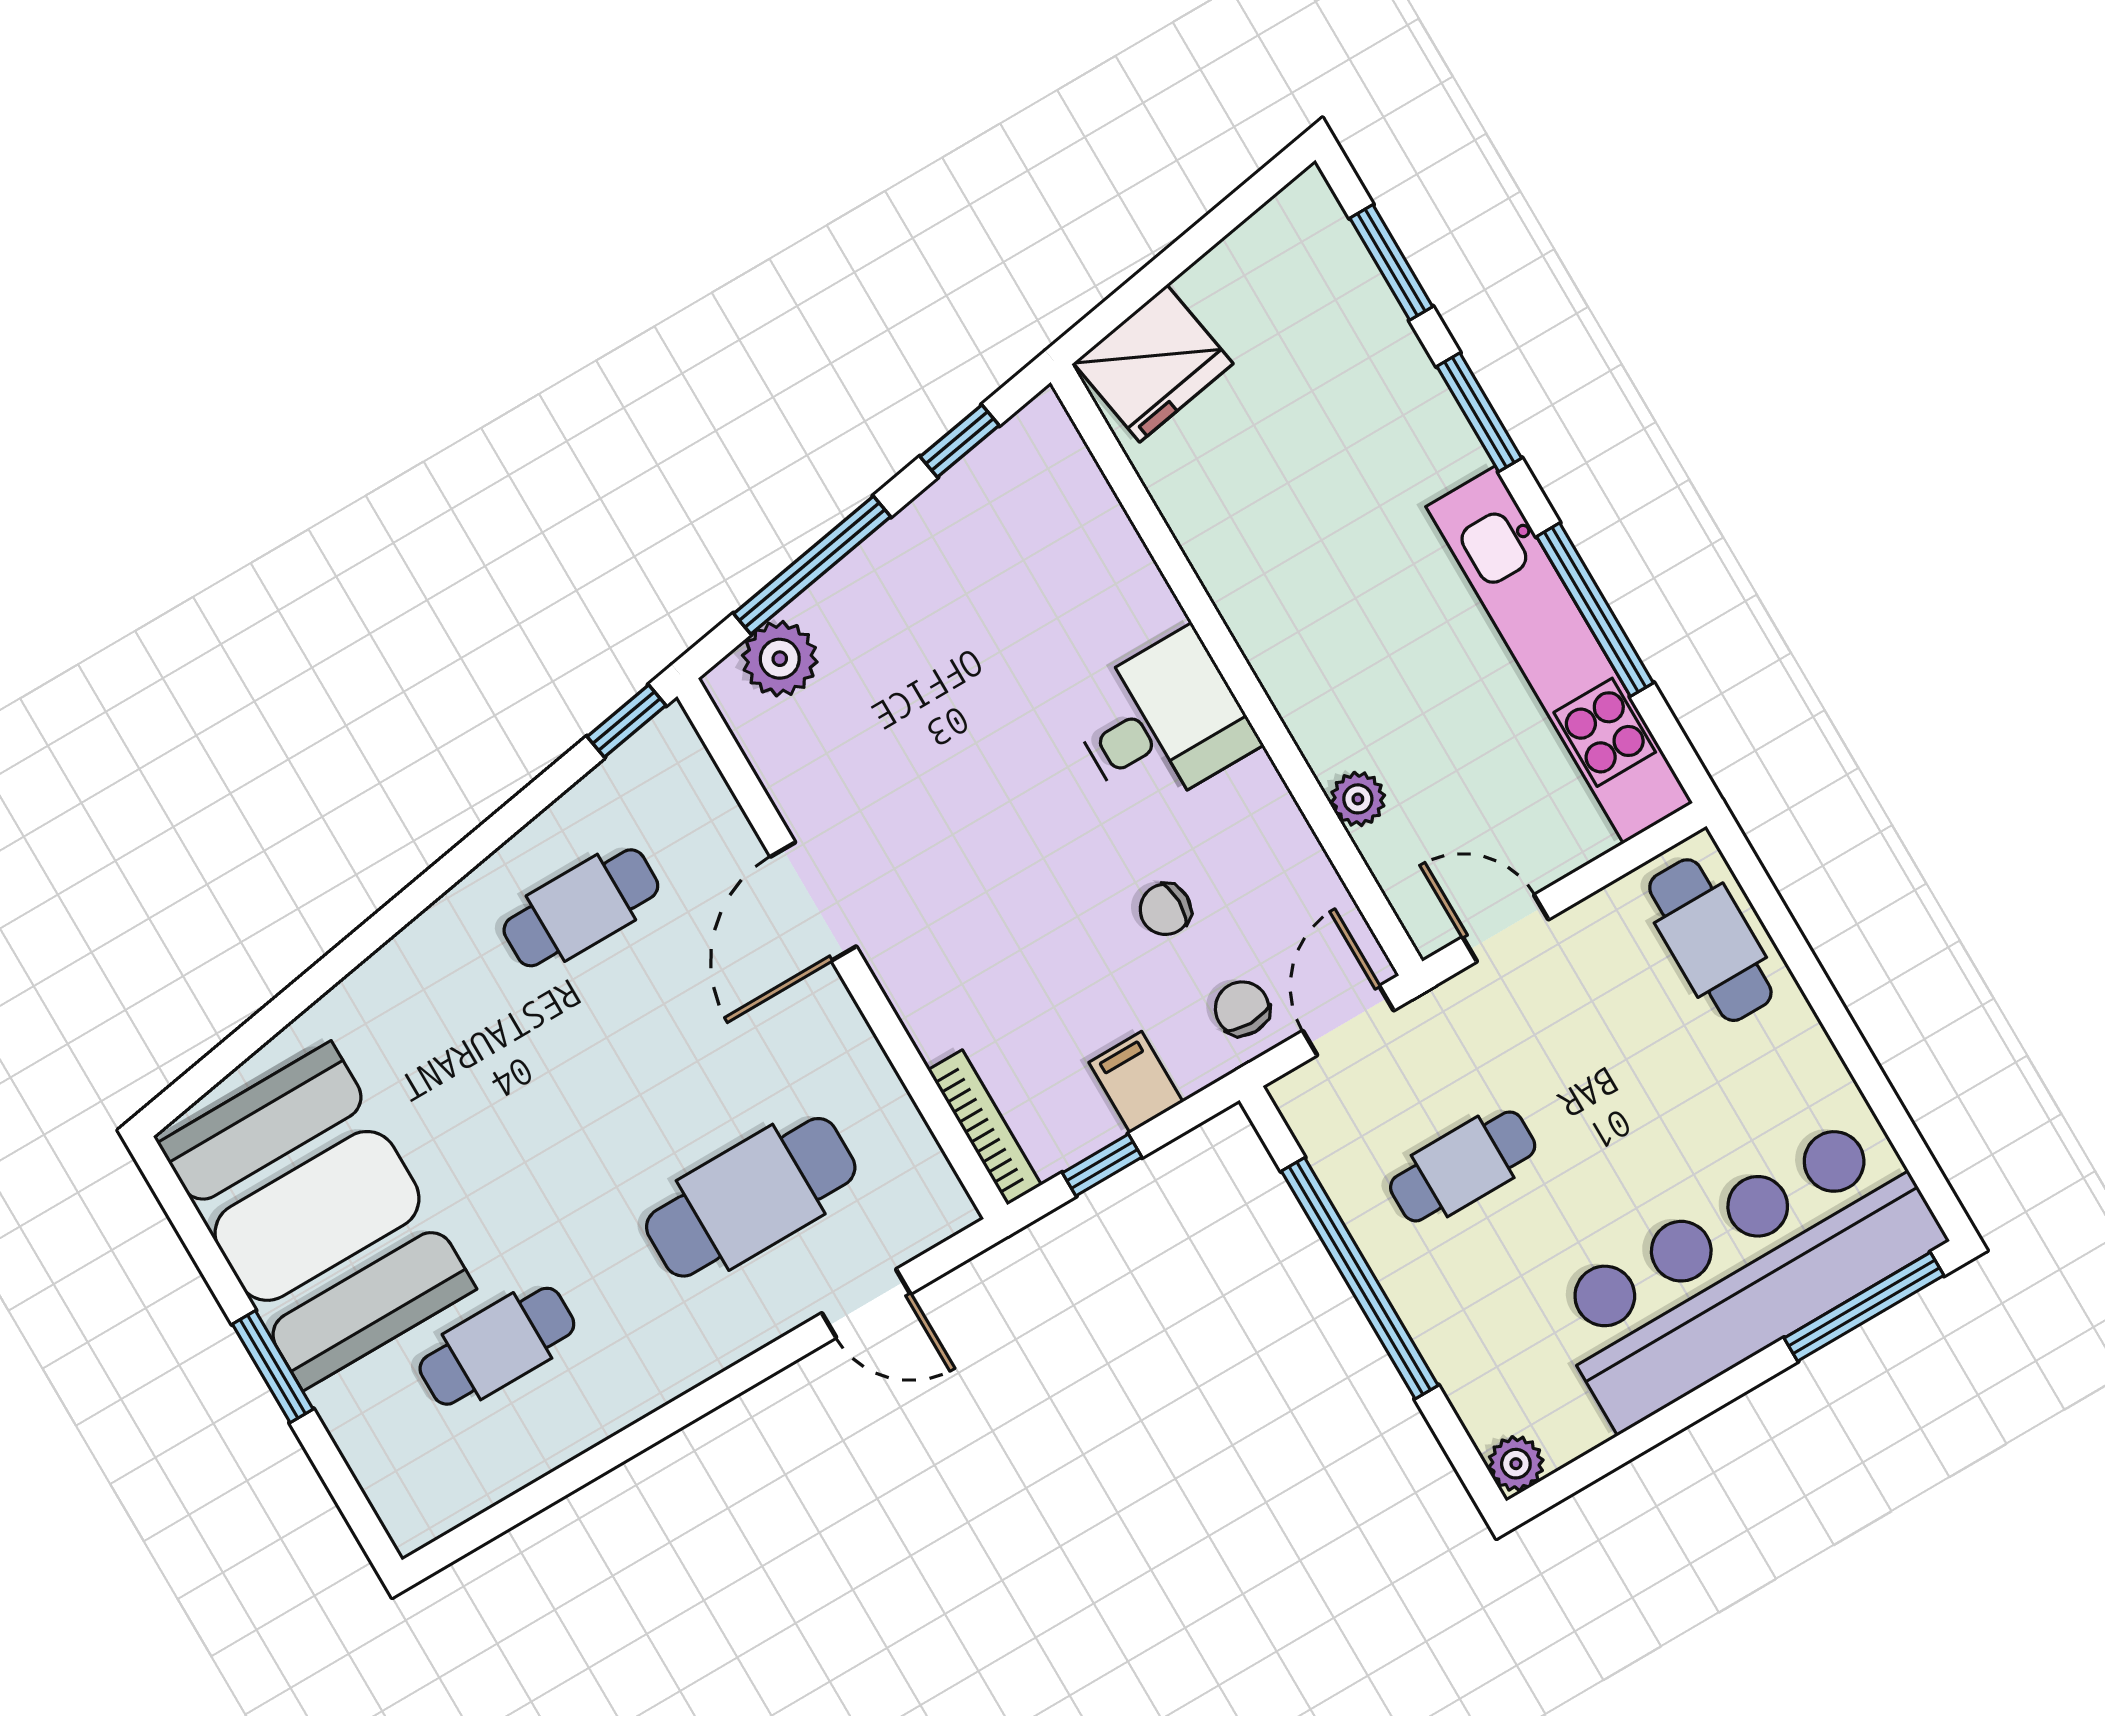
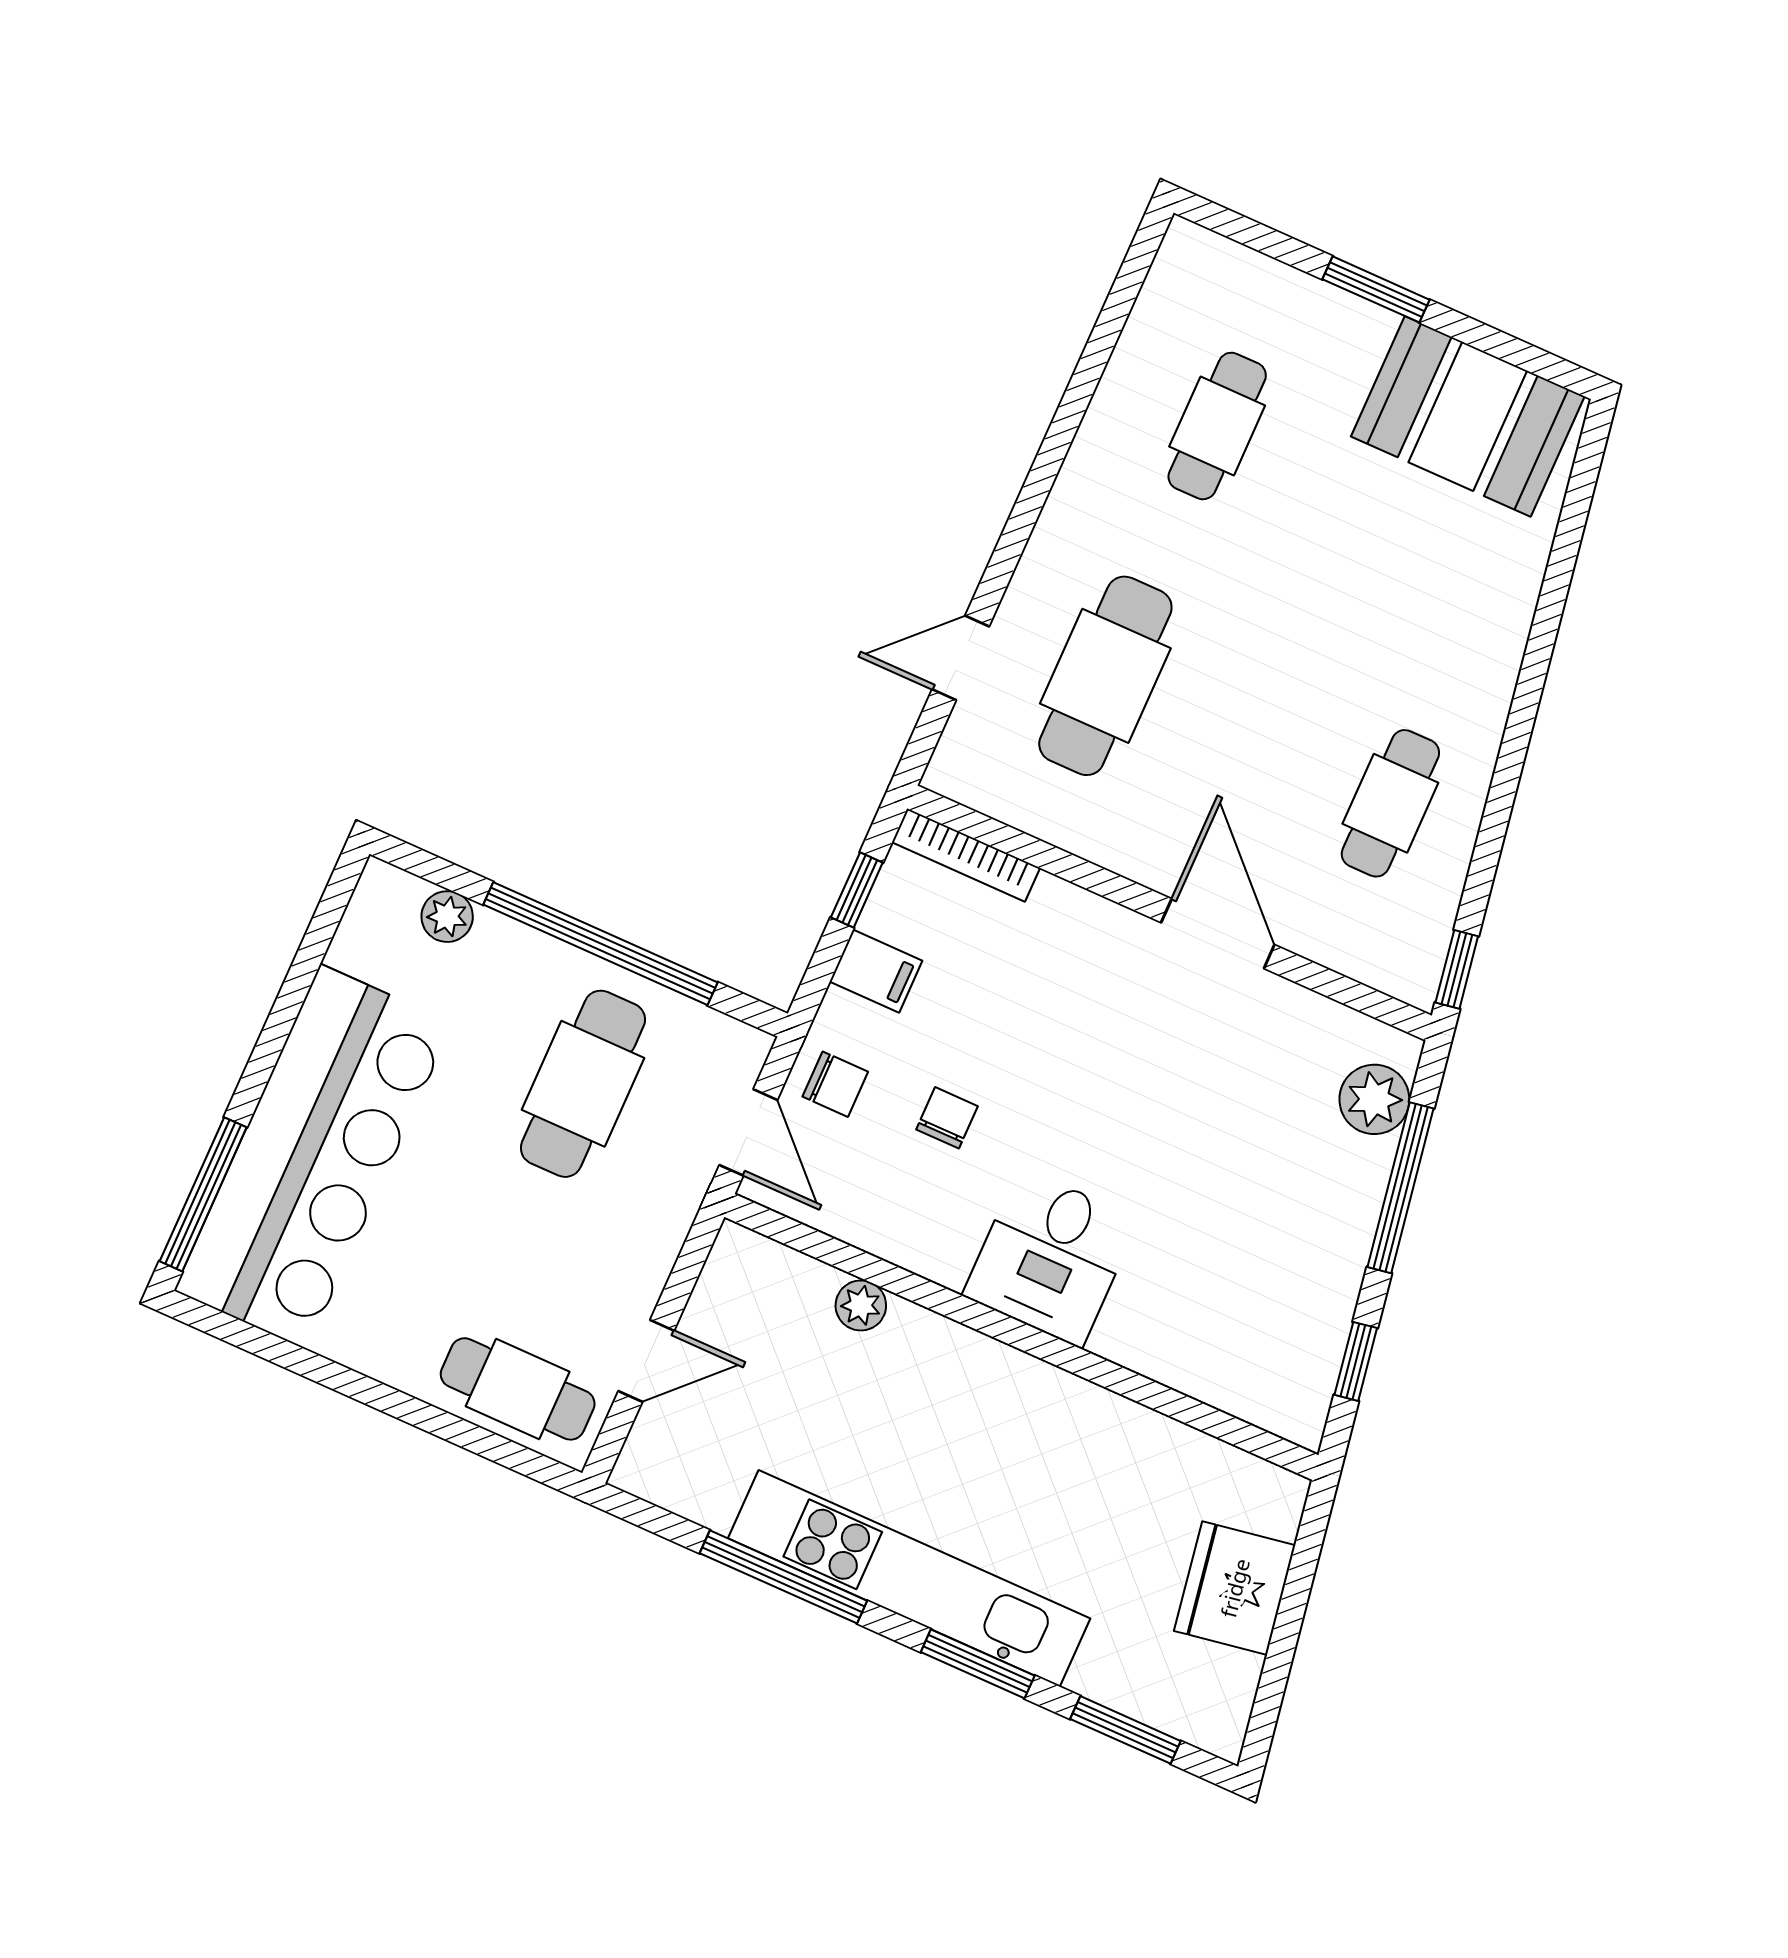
fridge: (1153, 363) -> (1235, 1588), moved
kitchen unit: (1559, 655) -> (909, 1578), moved
door: (1506, 928) -> (646, 1361), moved
cafe table: (1463, 1166) -> (583, 1084), width x1.37, depth x1.35
booth: (317, 1216) -> (1468, 416), width x0.73, depth x0.70
plant: (1516, 1464) -> (447, 917), moved

